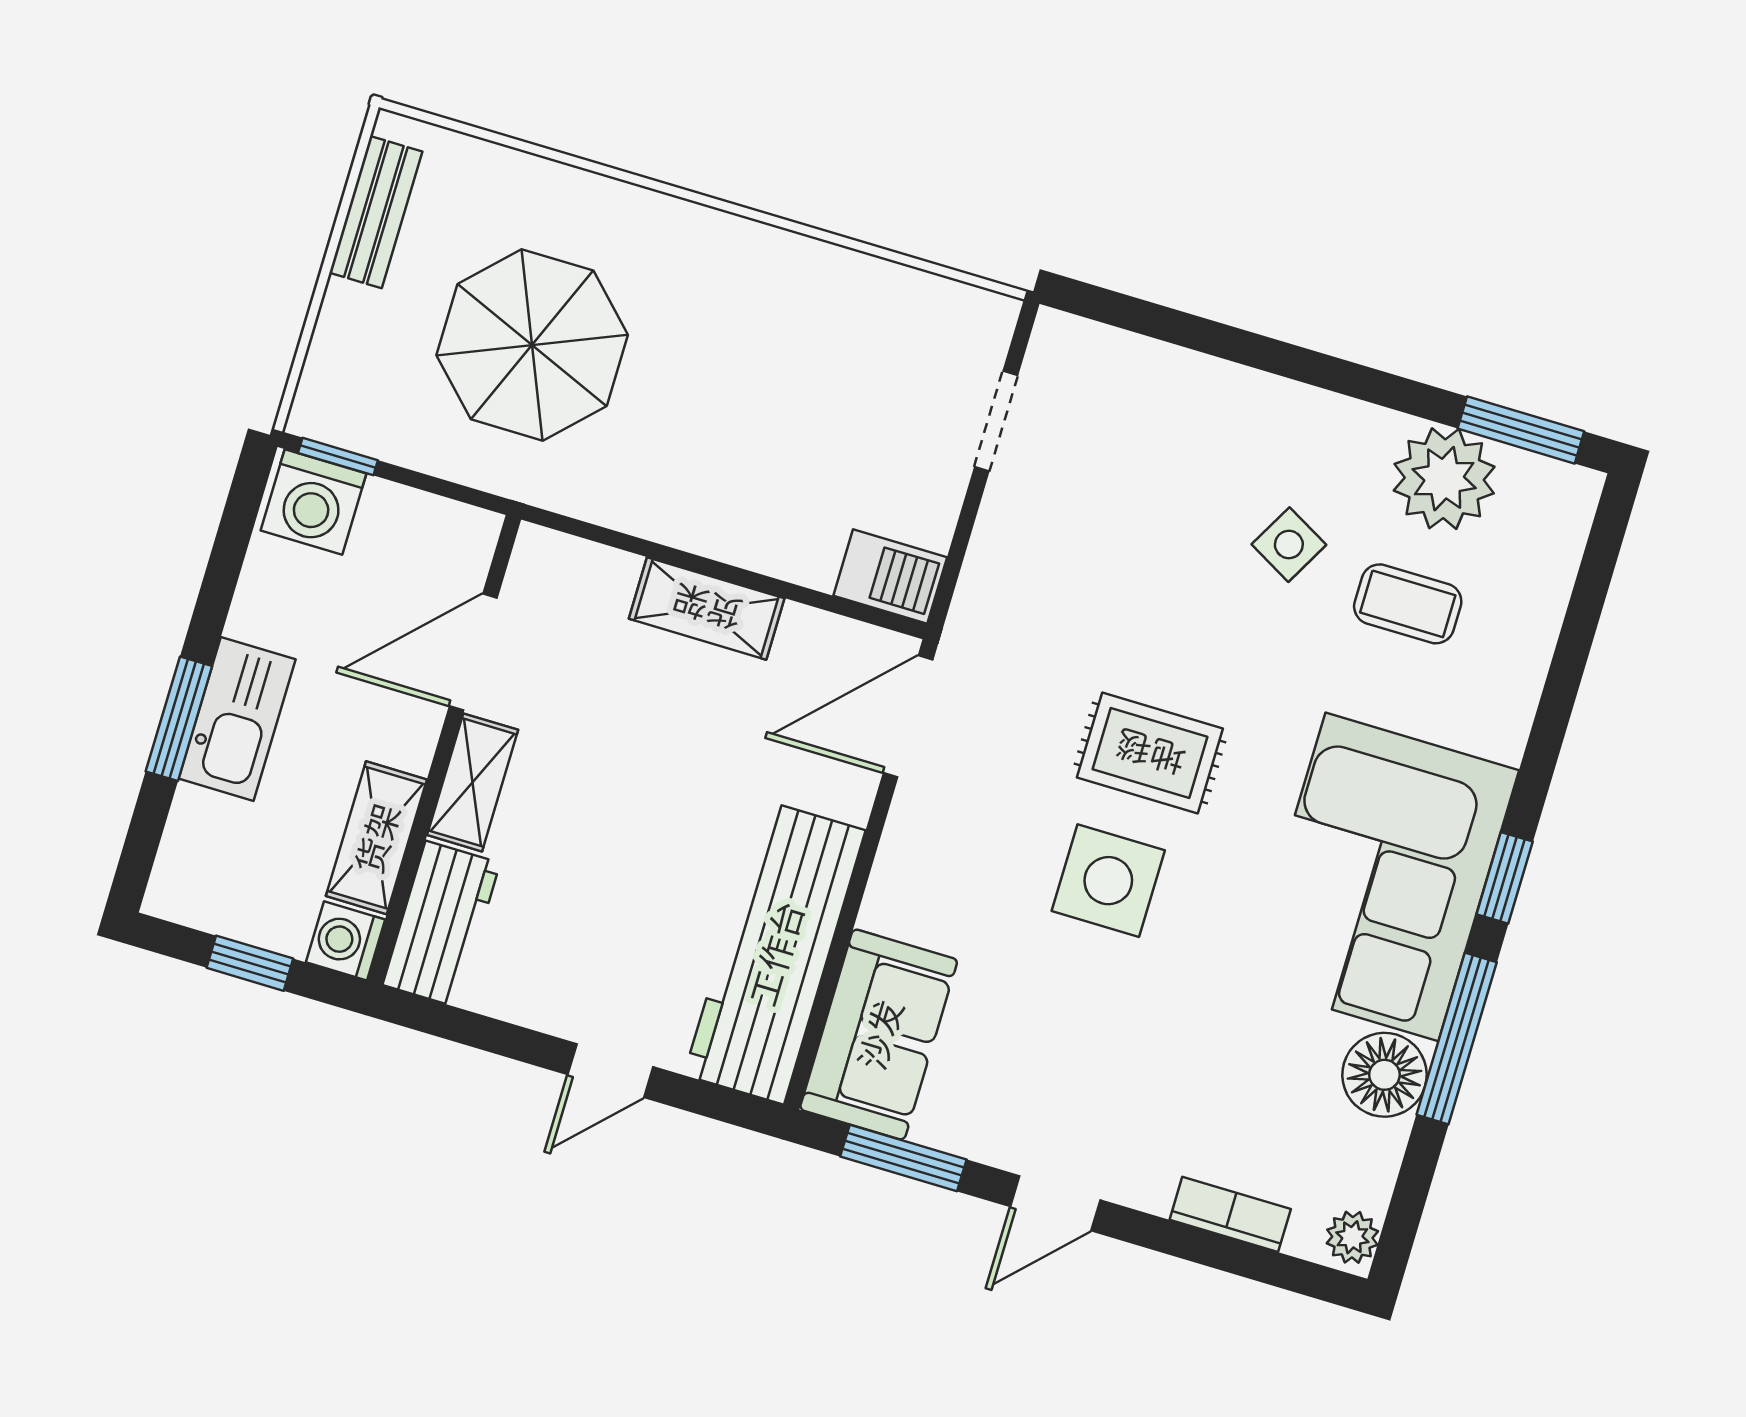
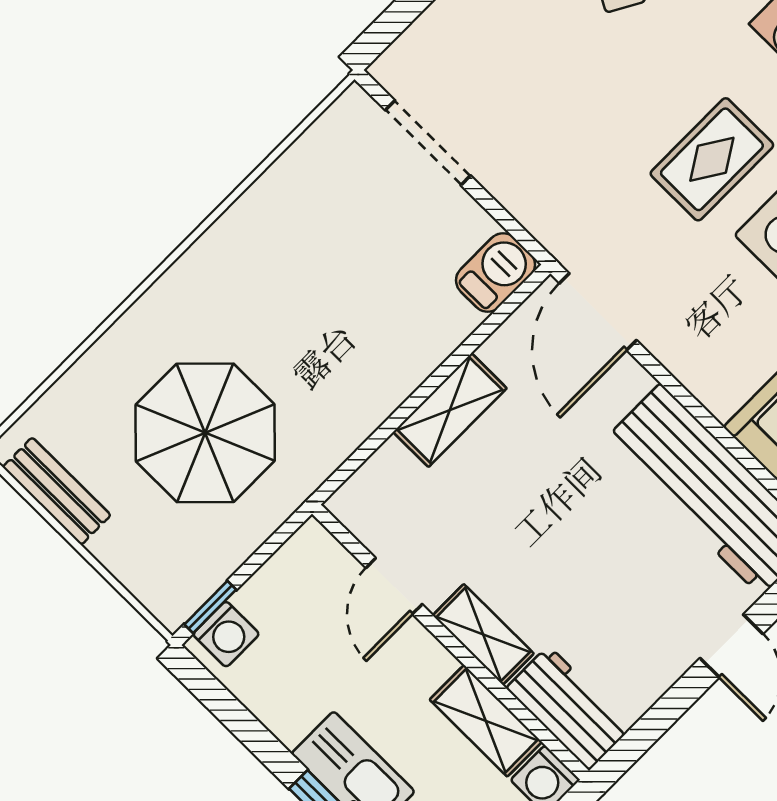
doorway: (996, 421) -> (428, 143), width x1.38
washing machine: (313, 502) -> (226, 634), width x0.73, depth x0.73
door: (473, 652) -> (394, 586), width x0.73

